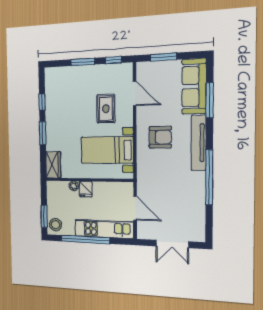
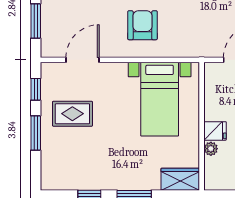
rug: (106, 109) -> (72, 114), moved

